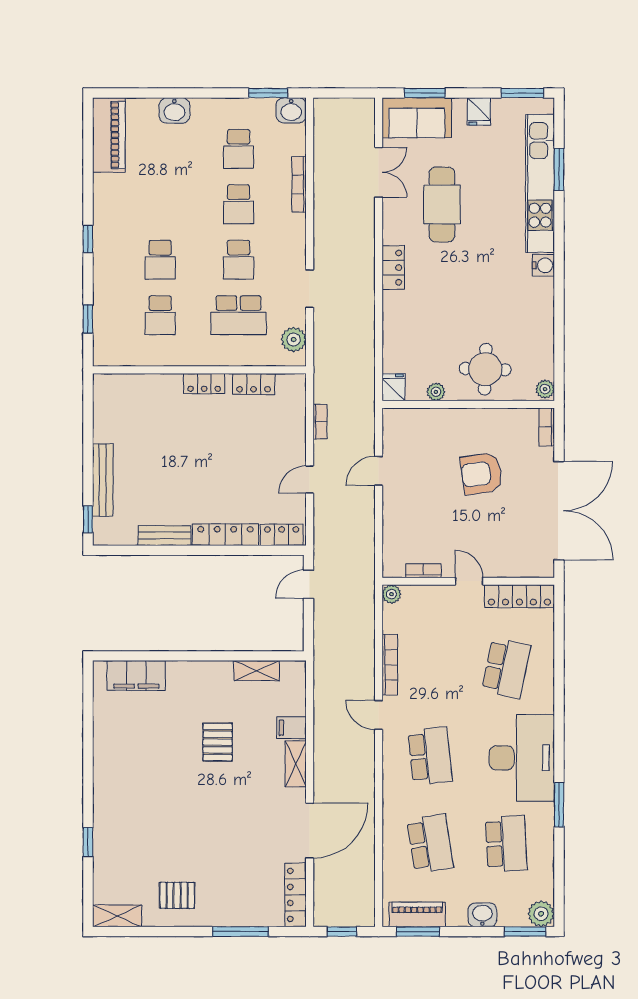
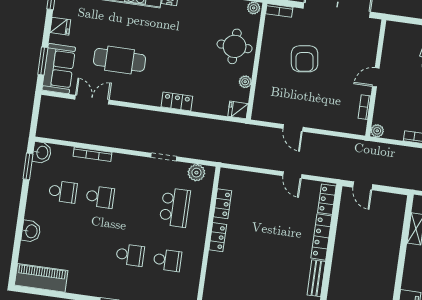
school desk: (239, 260) -> (137, 202), removed
locker: (393, 268) -> (177, 102), moved
bookcase: (320, 422) -> (254, 163), removed
locker: (519, 596) -> (391, 45), removed

